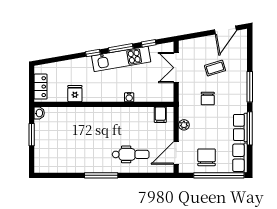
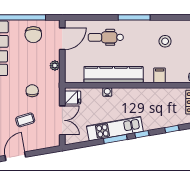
window: (149, 43) -> (172, 129), moved
fridge: (75, 94) -> (73, 97), moved, turned -90
kitchen counter: (123, 115) -> (114, 75), added
filing cabinet: (160, 115) -> (160, 75), moved
stool: (69, 150) -> (165, 41), added

